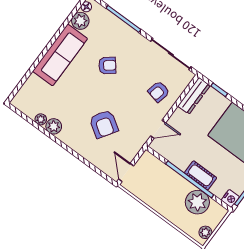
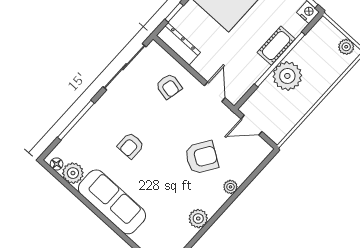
armchair: (107, 65) -> (131, 146), turned -141
plant: (41, 119) -> (230, 187), moved
door: (126, 172) -> (252, 125), moved
plant: (197, 202) -> (287, 76), moved

